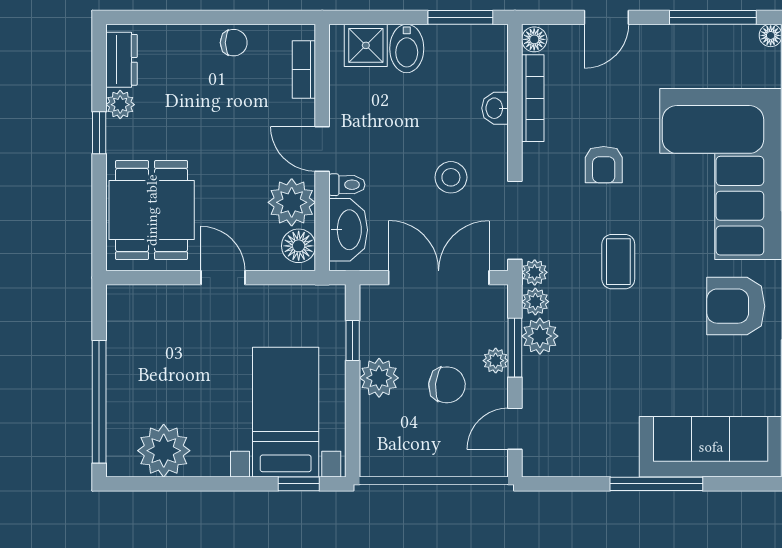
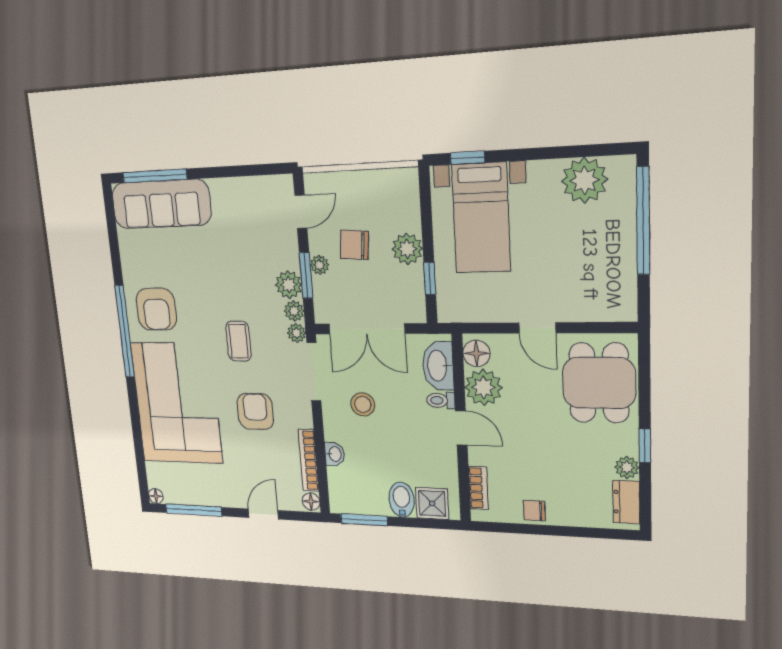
armchair: (604, 165) -> (255, 411), width x1.38, depth x1.38
armchair: (736, 306) -> (156, 309), turned 90
window: (656, 484) -> (155, 176), moved

